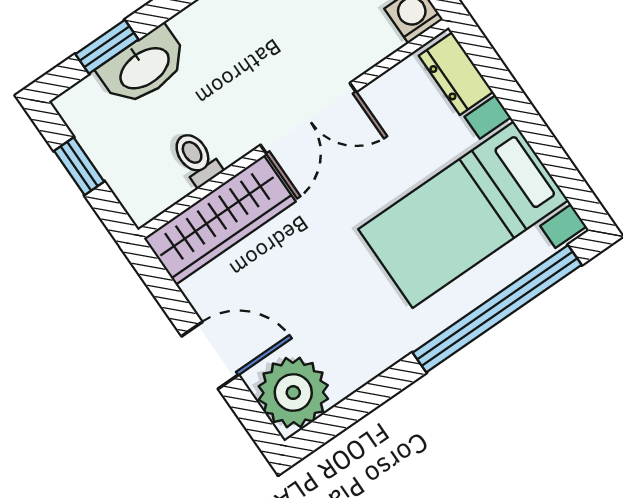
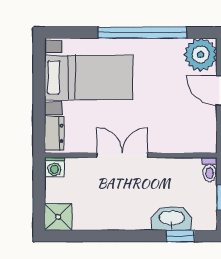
toilet: (196, 158) -> (209, 170), moved
wardrobe: (220, 220) -> (183, 140), removed
window: (497, 309) -> (142, 33), moved

